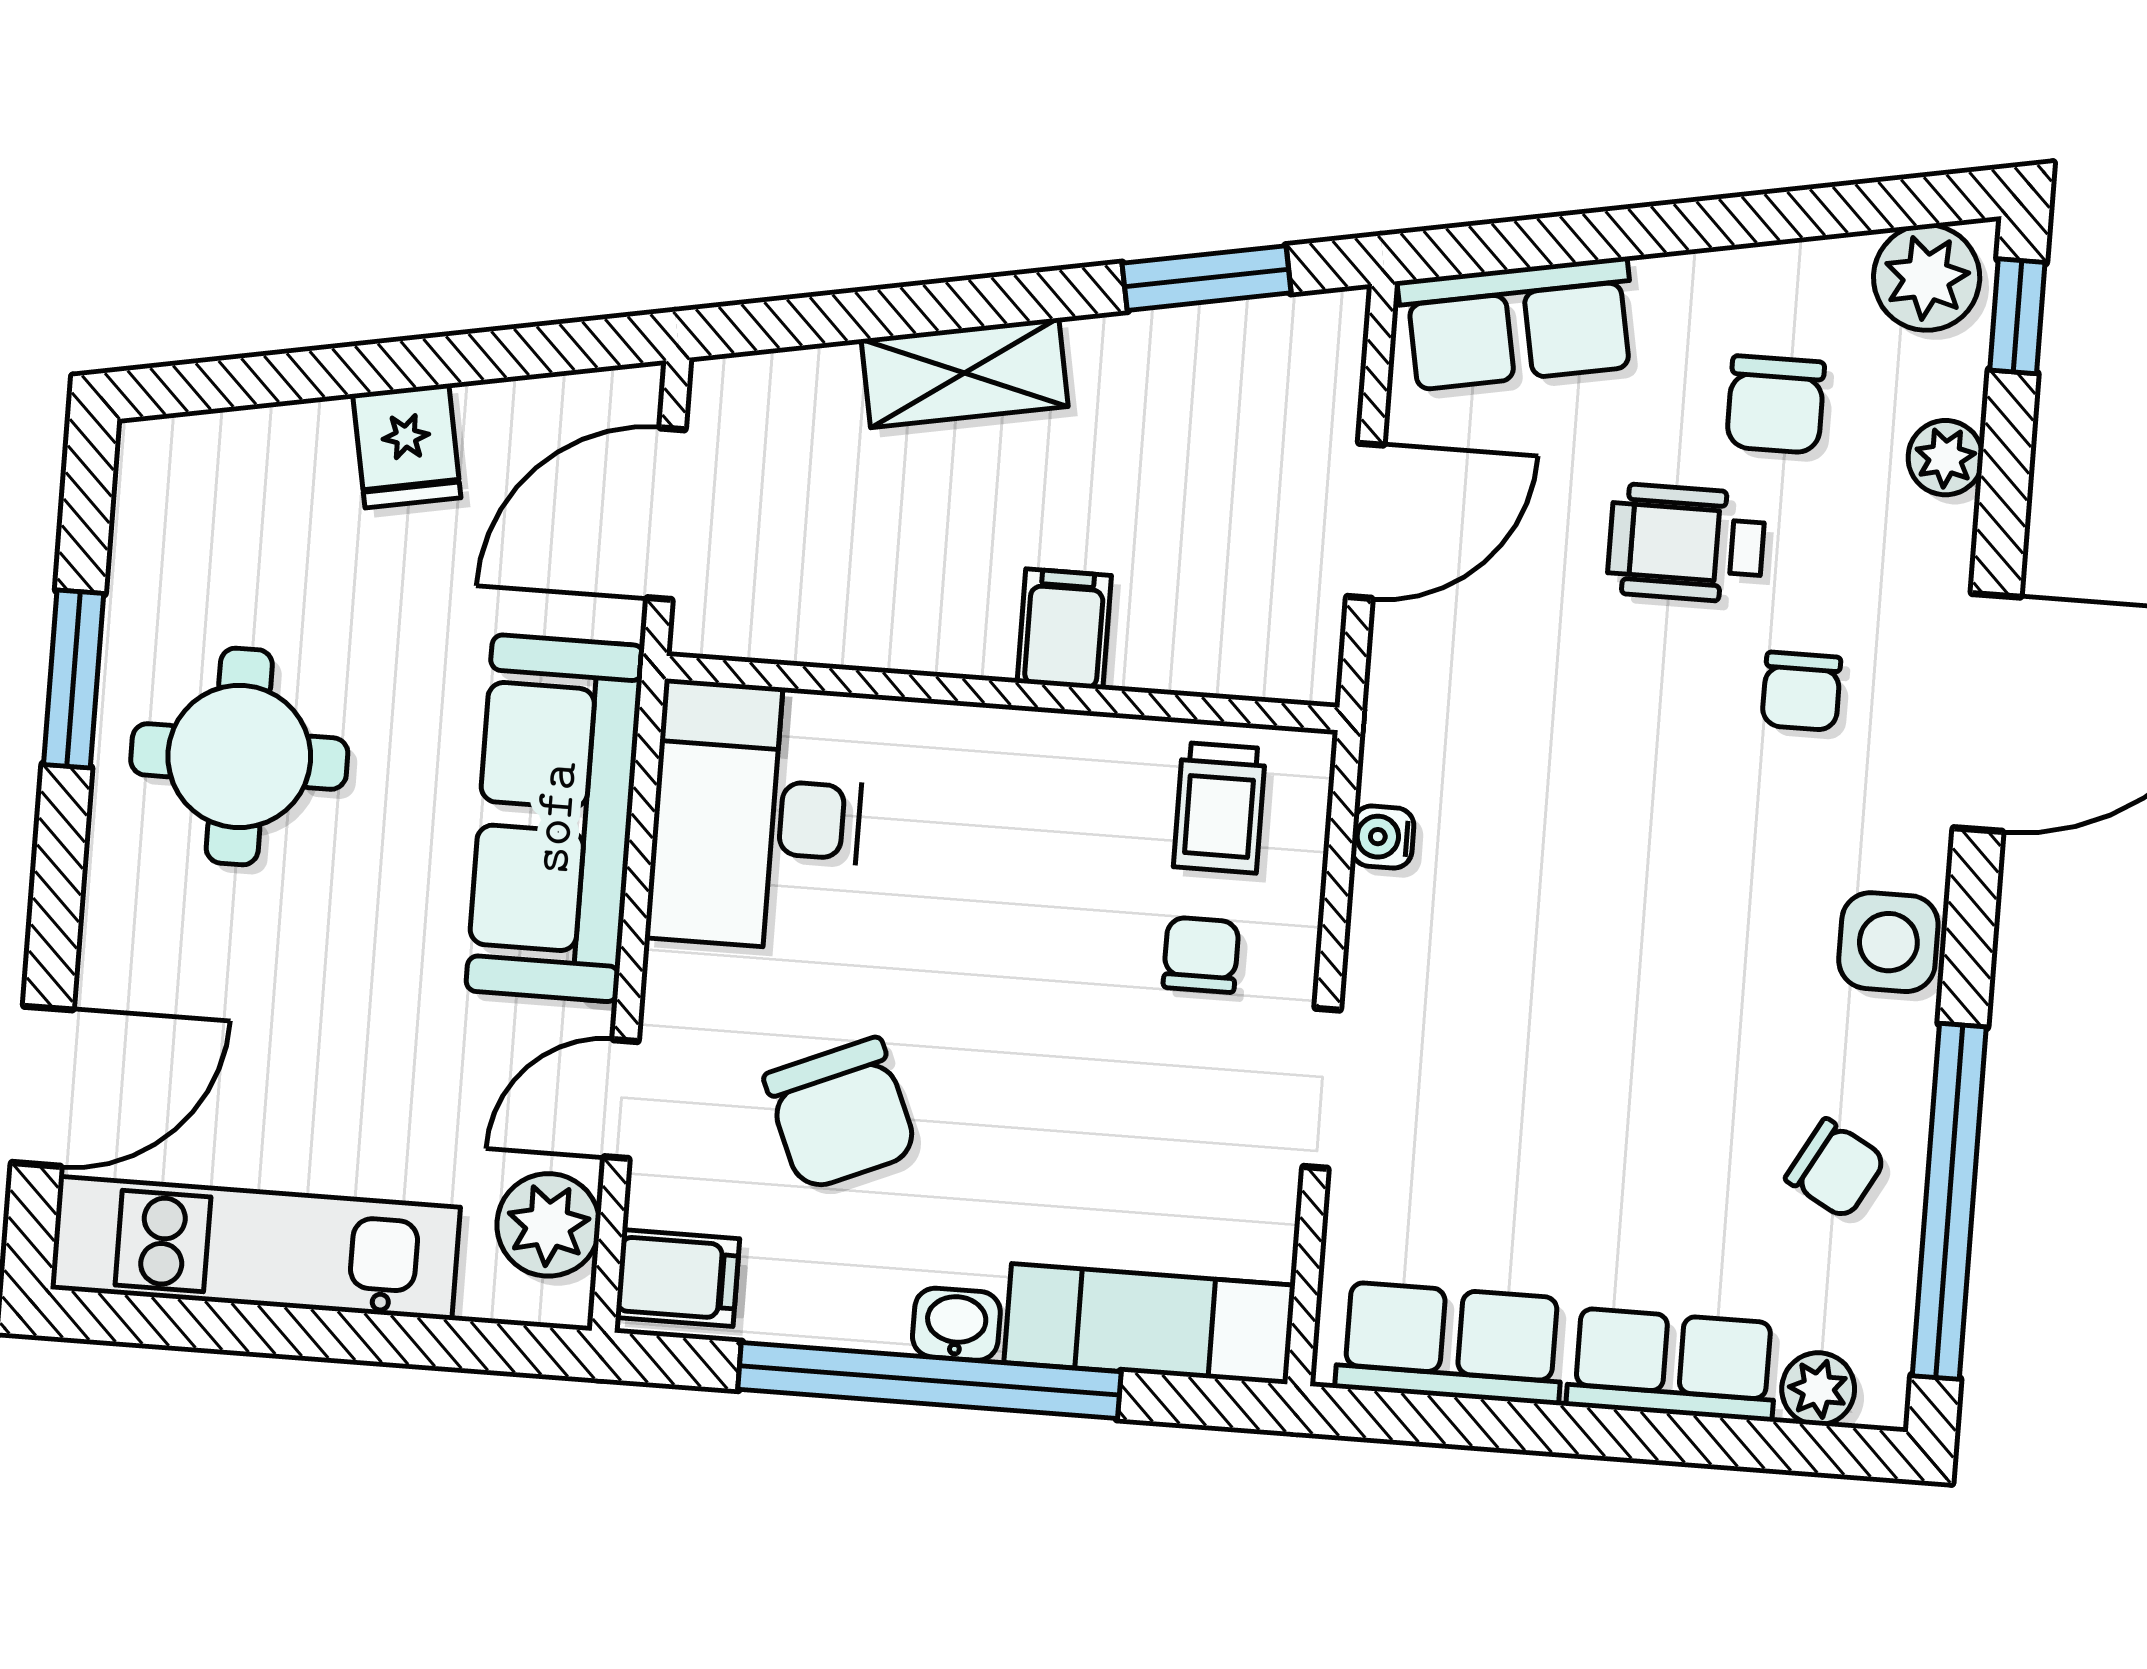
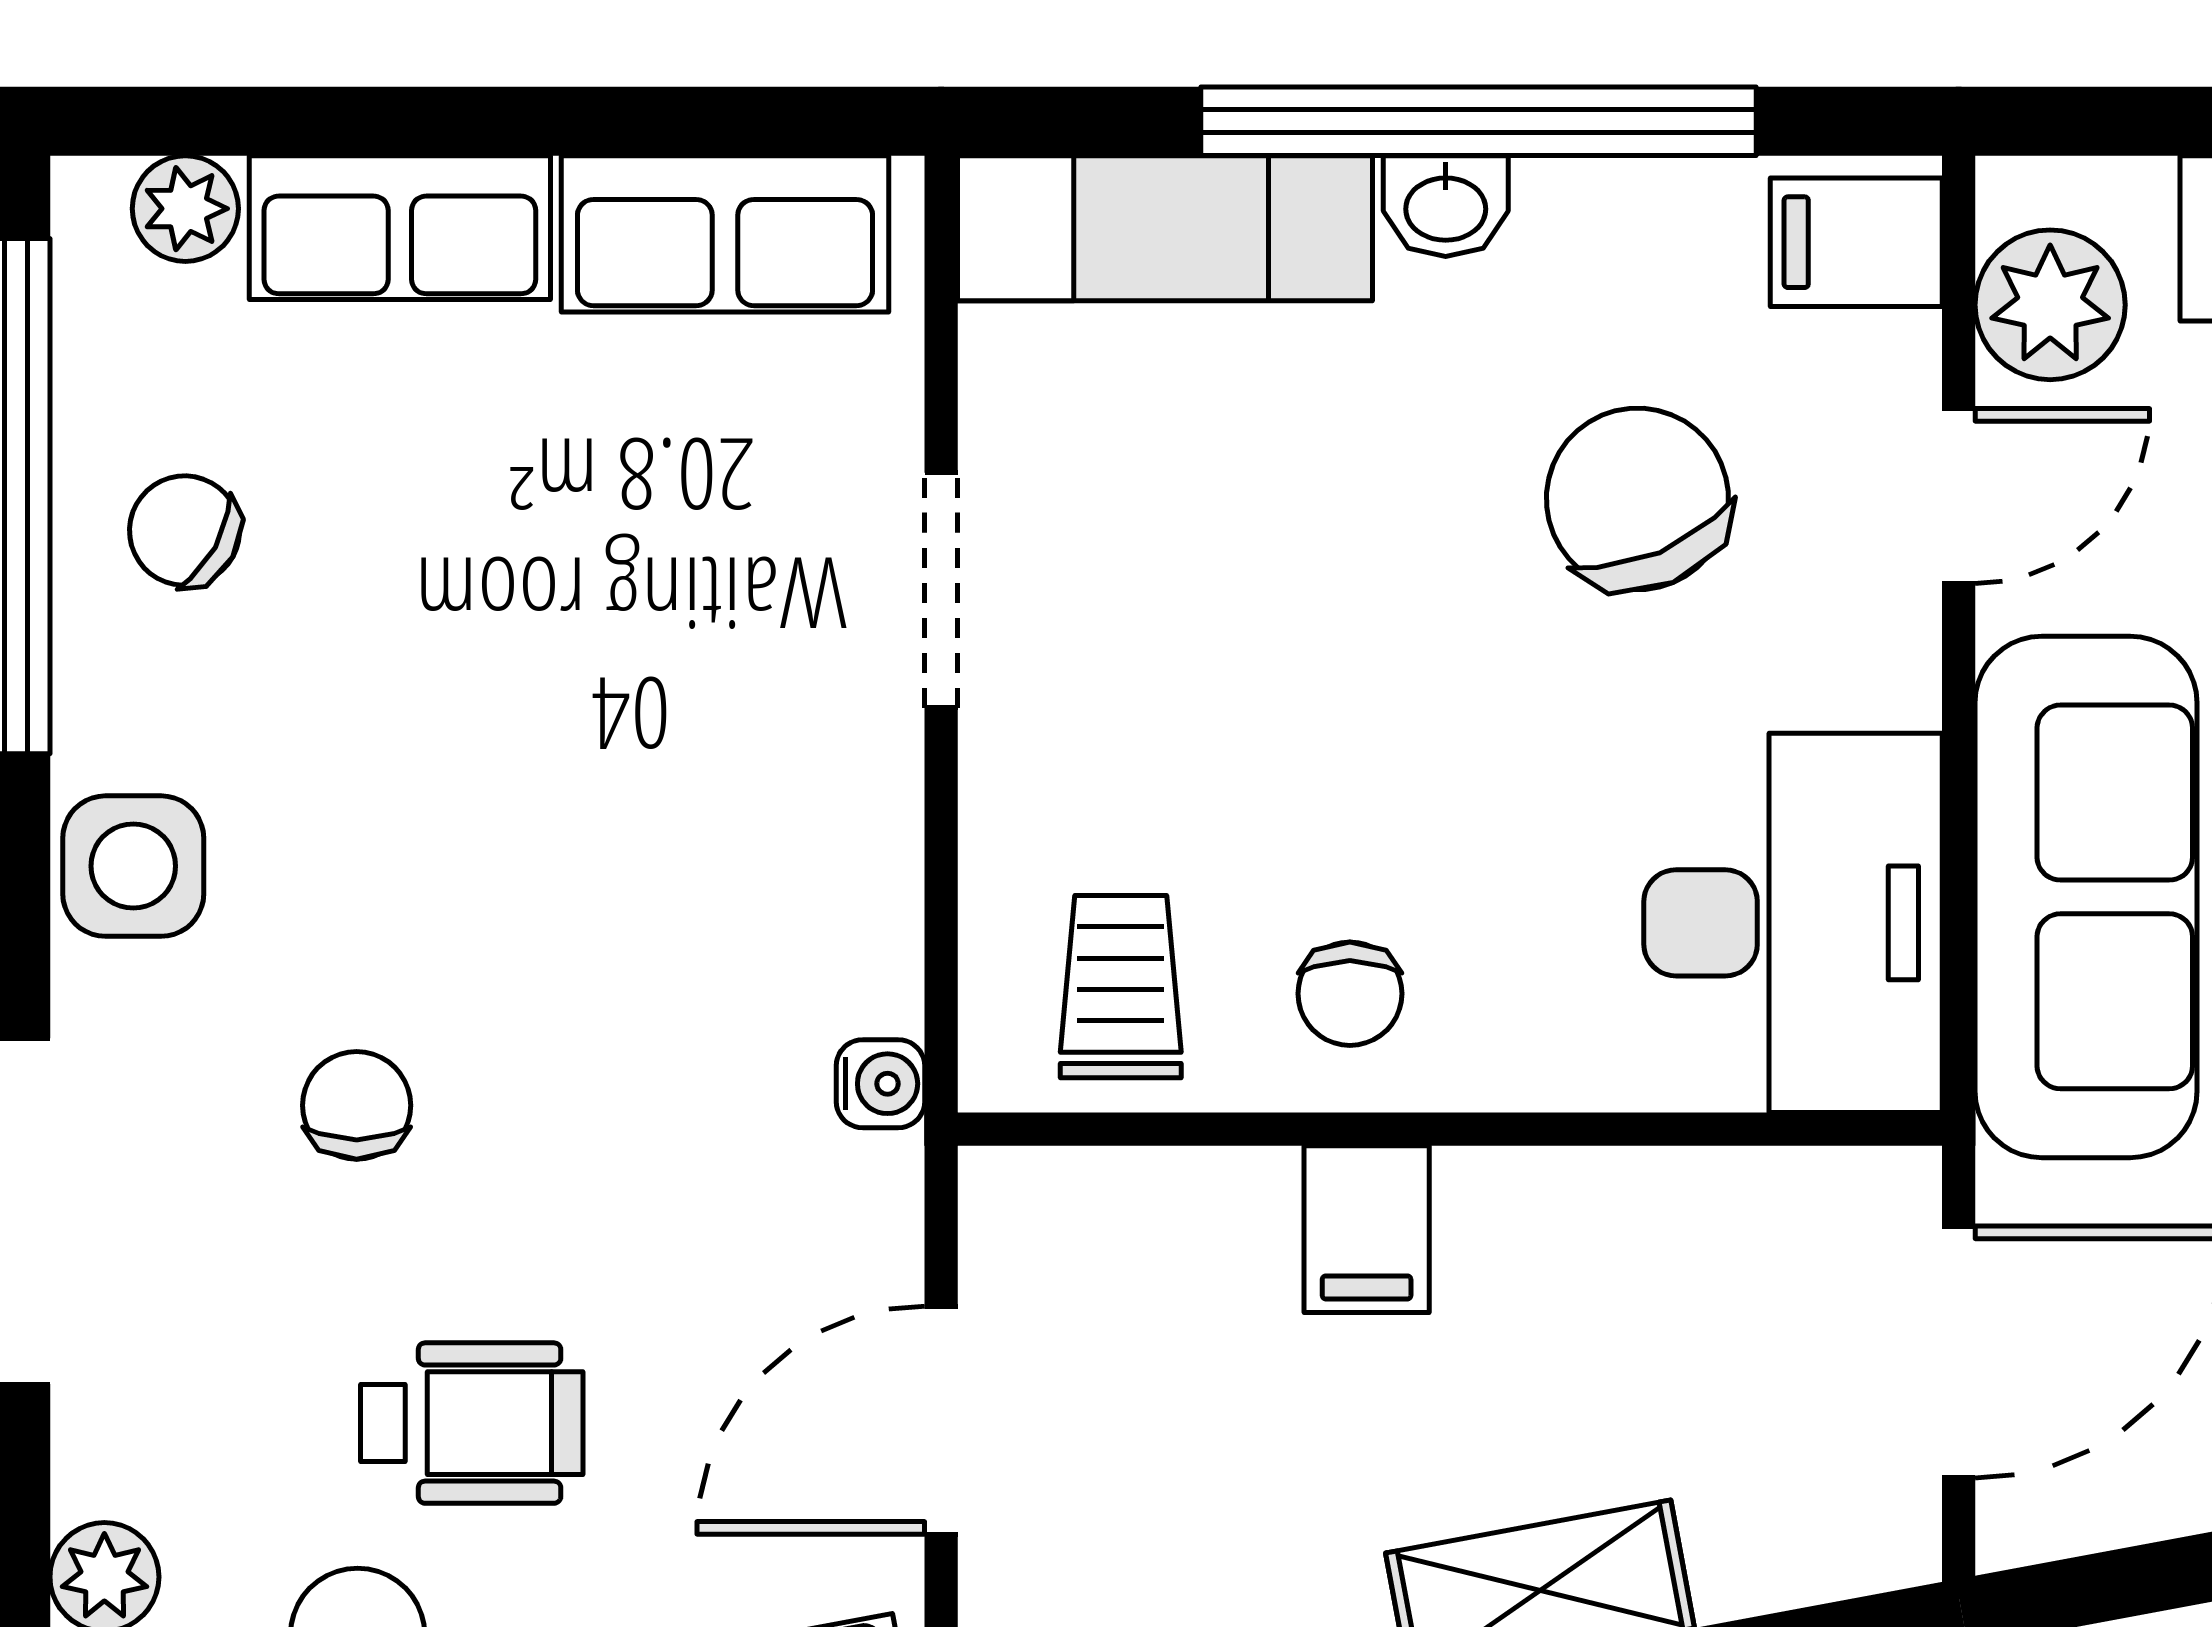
chair: (1801, 691) -> (357, 1105), moved
water cooler: (1383, 837) -> (880, 1084), moved
chair: (1201, 955) -> (1350, 994), moved

